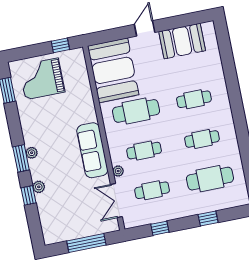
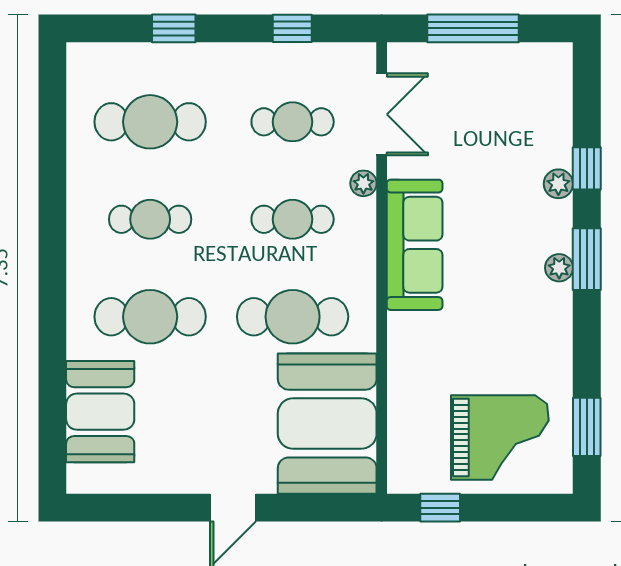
booth: (182, 41) -> (100, 412), moved, turned 90
cafe table: (194, 99) -> (150, 317), width x1.37, depth x1.35

